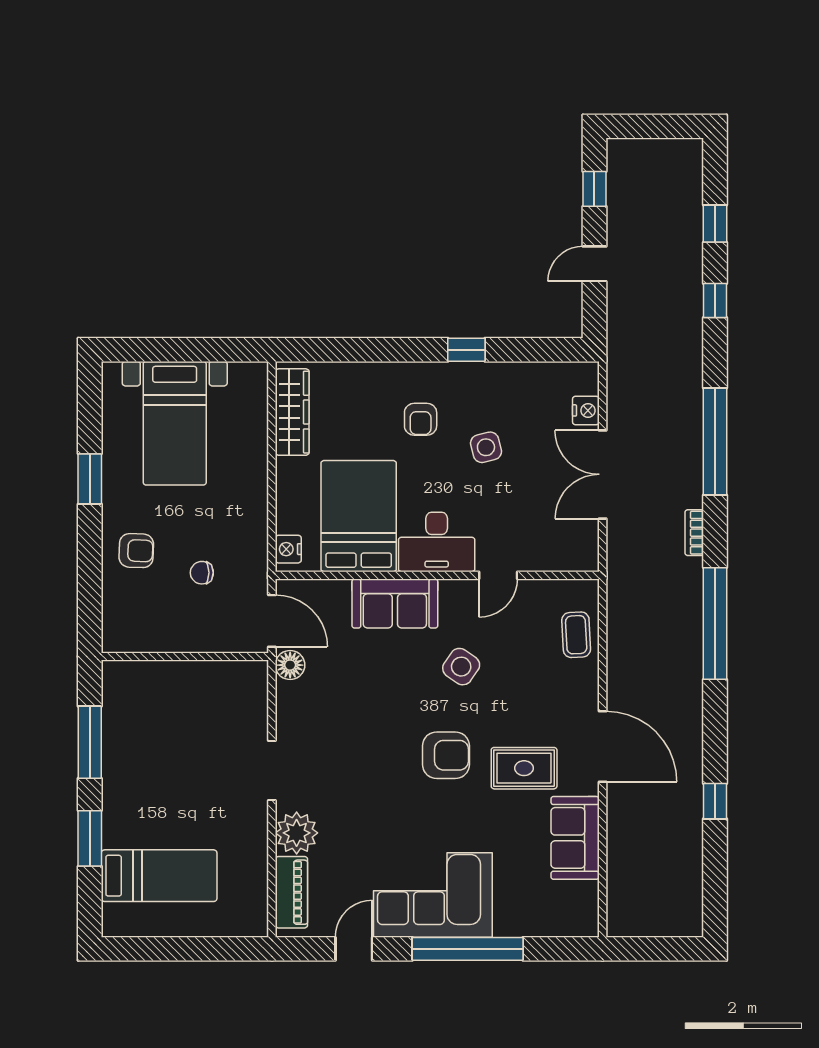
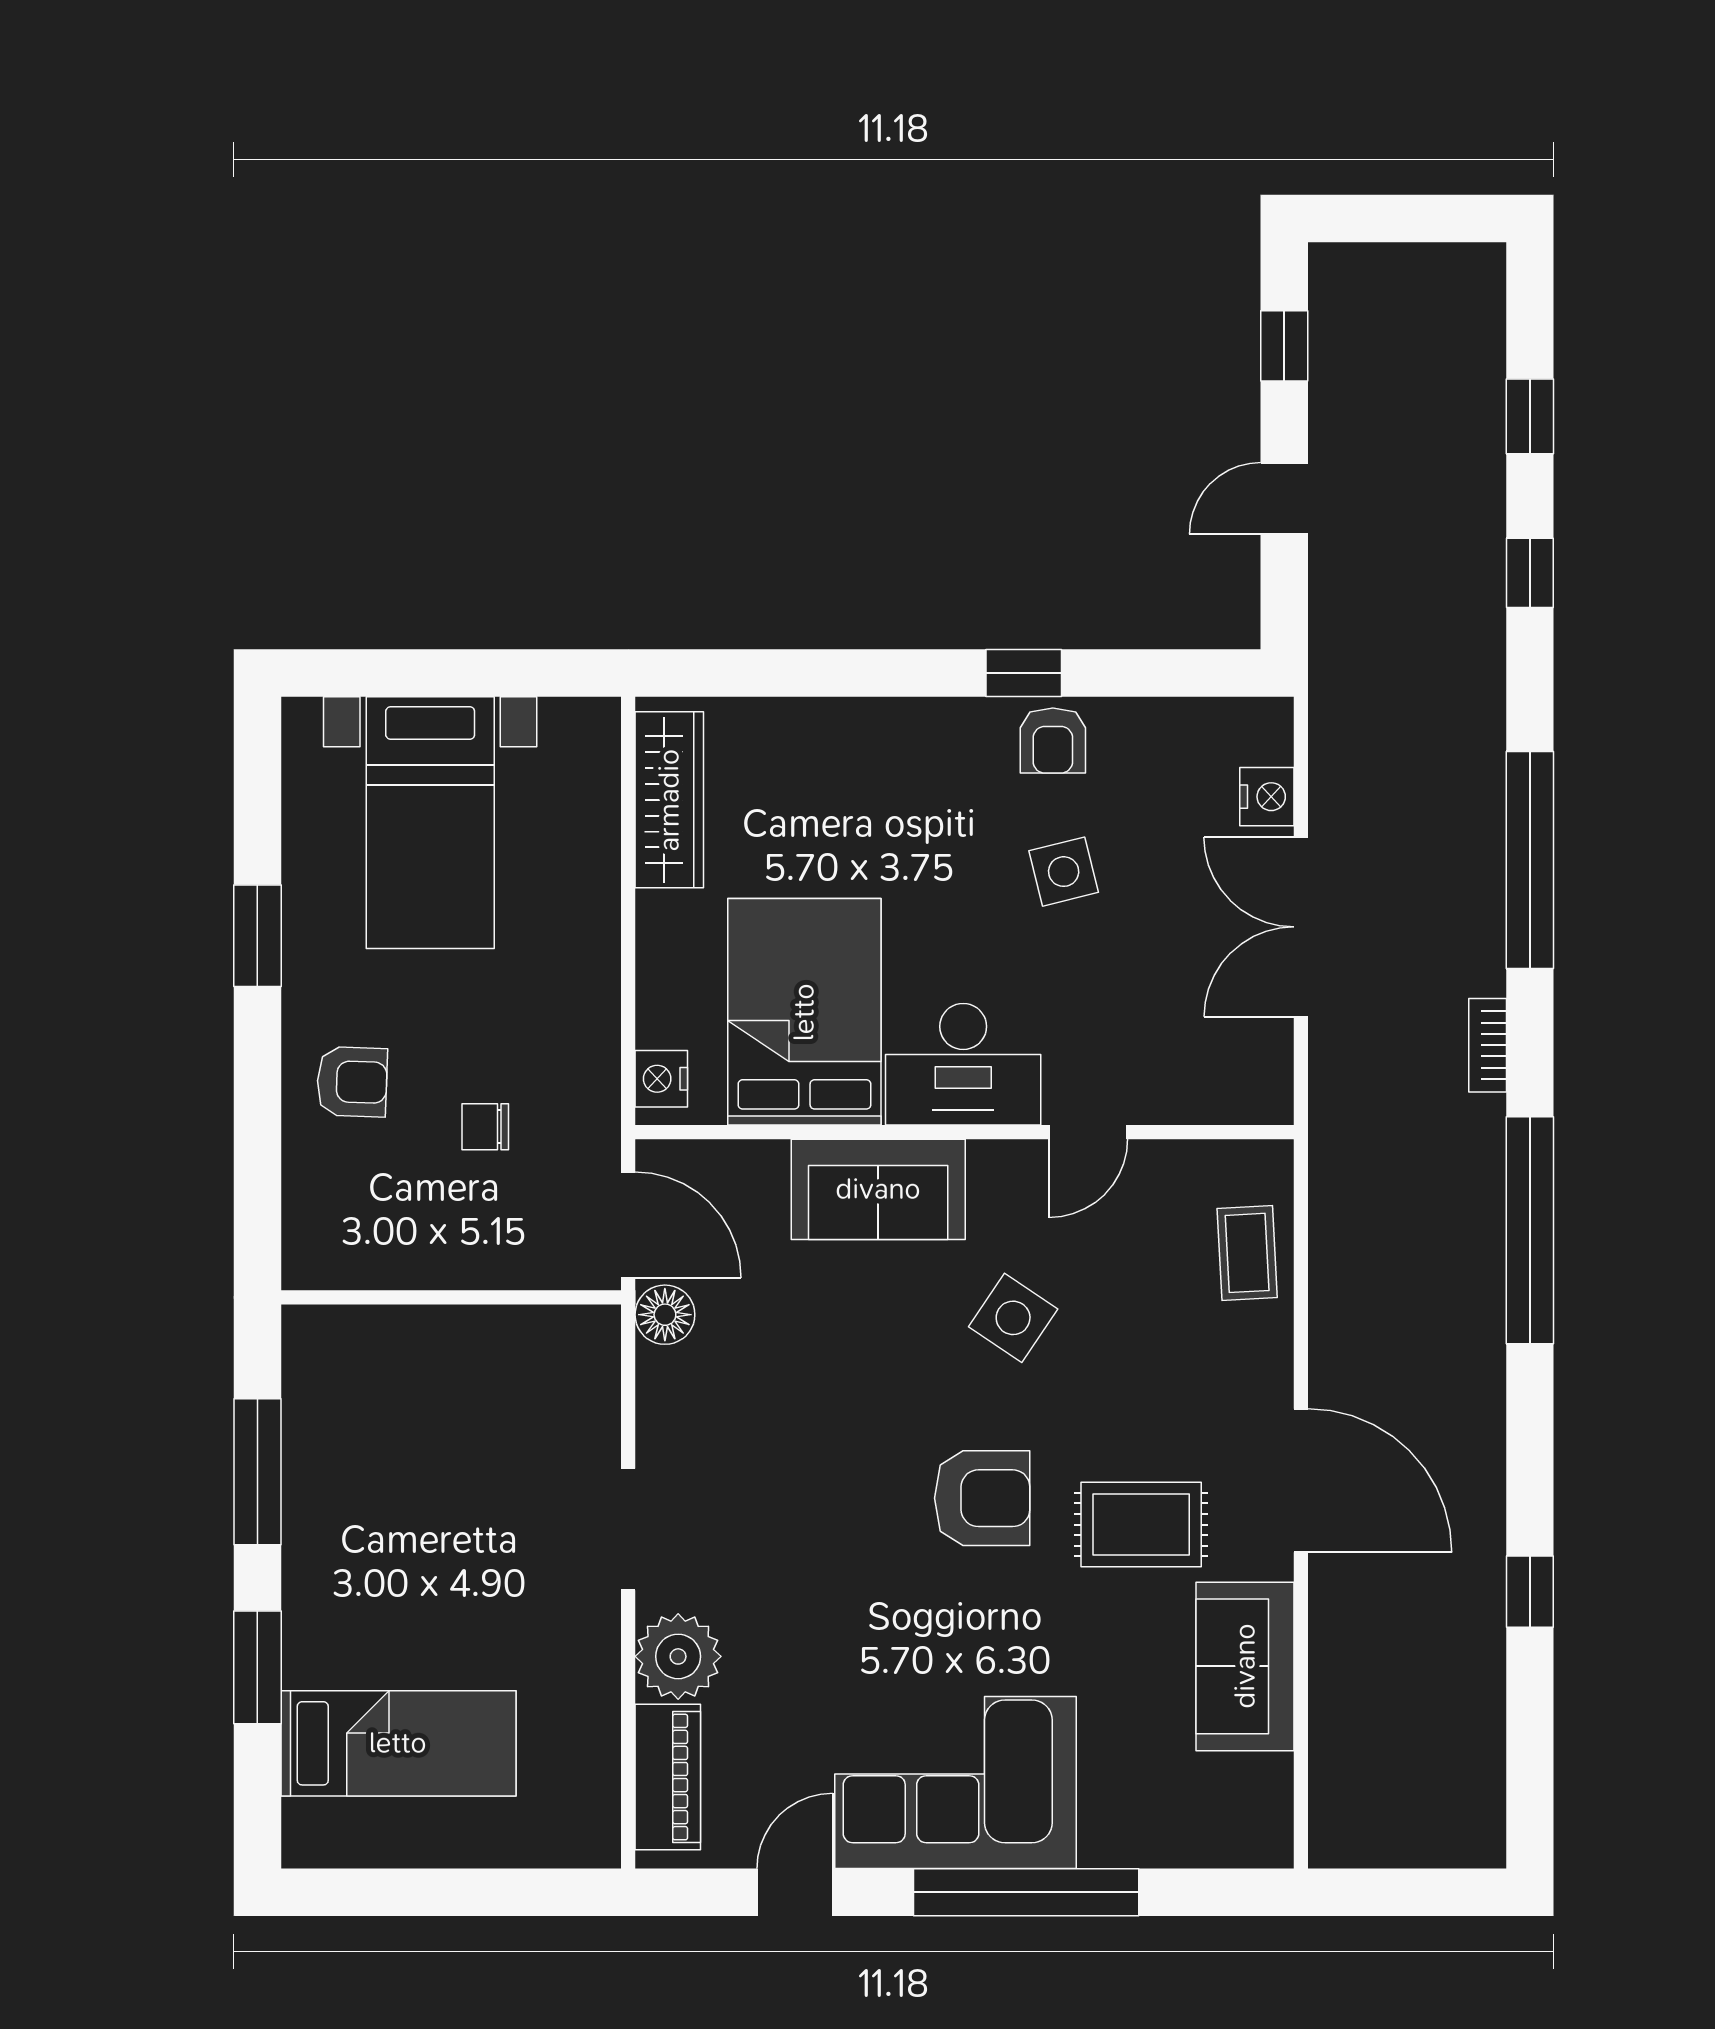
armchair: (421, 419) -> (1053, 741), moved

